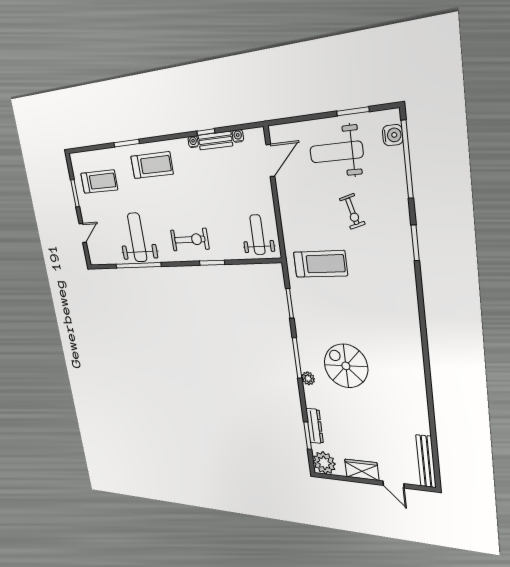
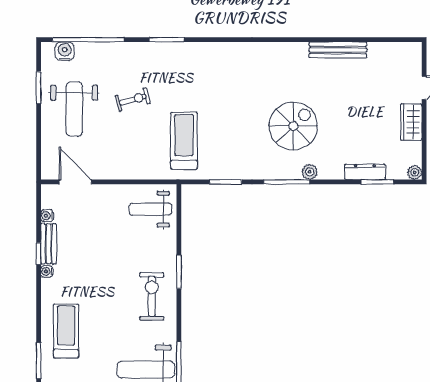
spiral stairs: (346, 366) -> (293, 126), turned 180
bench: (426, 461) -> (338, 50), moved
plant: (324, 463) -> (415, 172), width x0.53, depth x0.53

